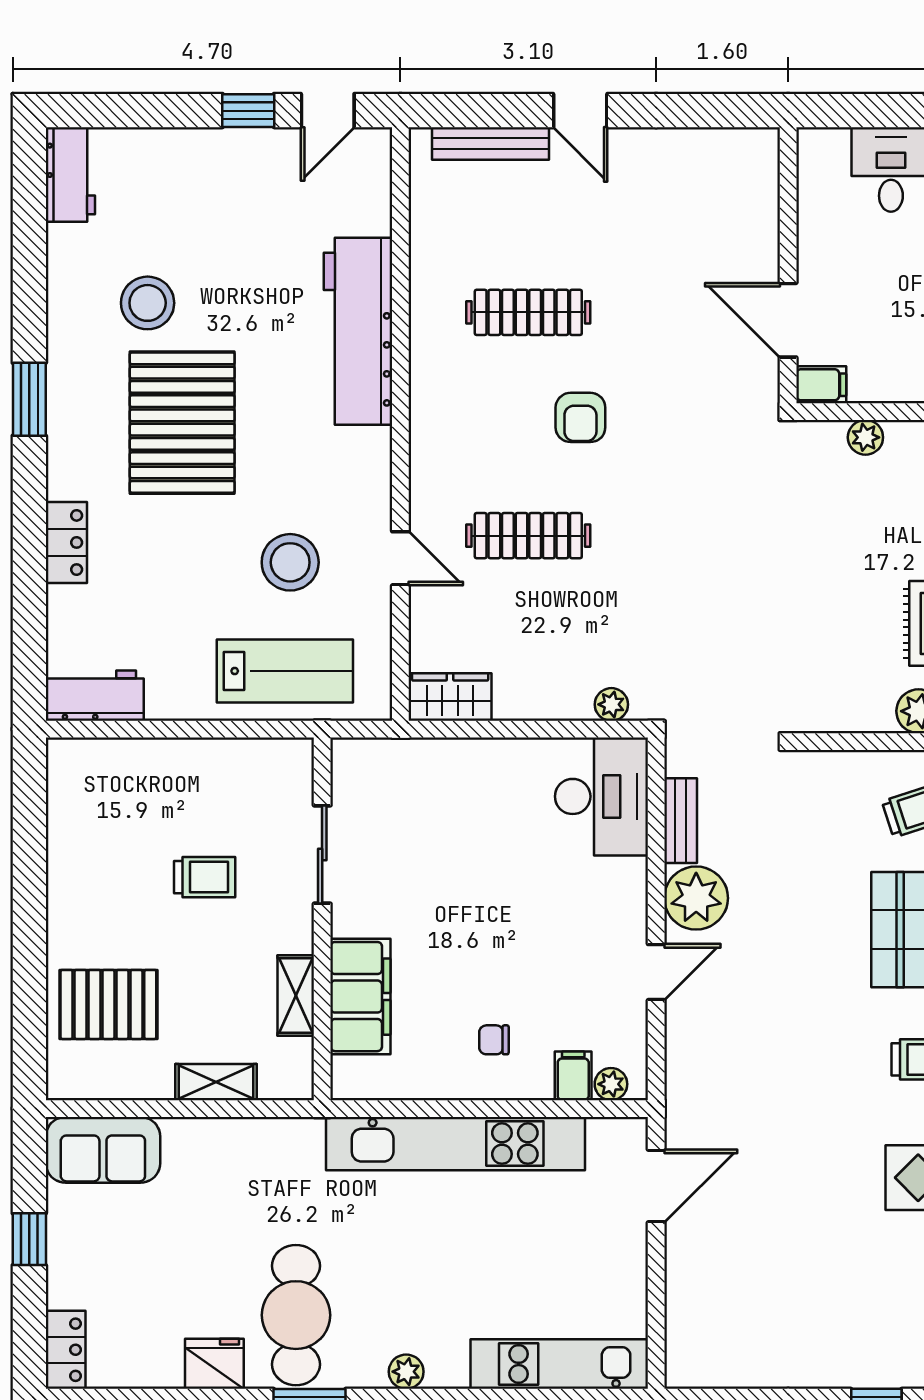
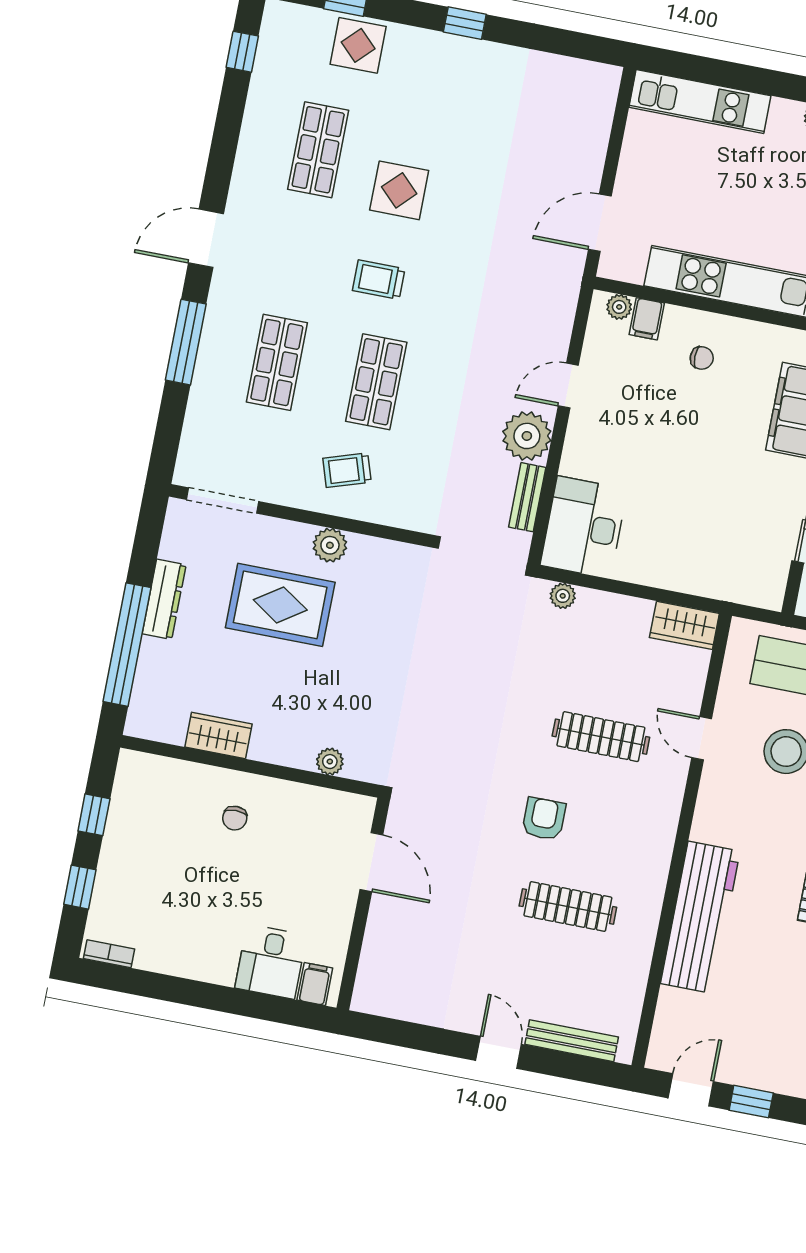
filing cabinet: (821, 385) -> (315, 984), moved, turned 90

